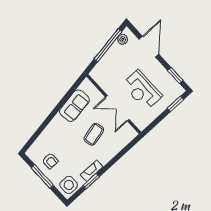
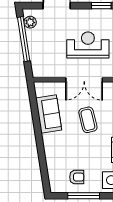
reception desk: (142, 90) -> (88, 45), turned 180

